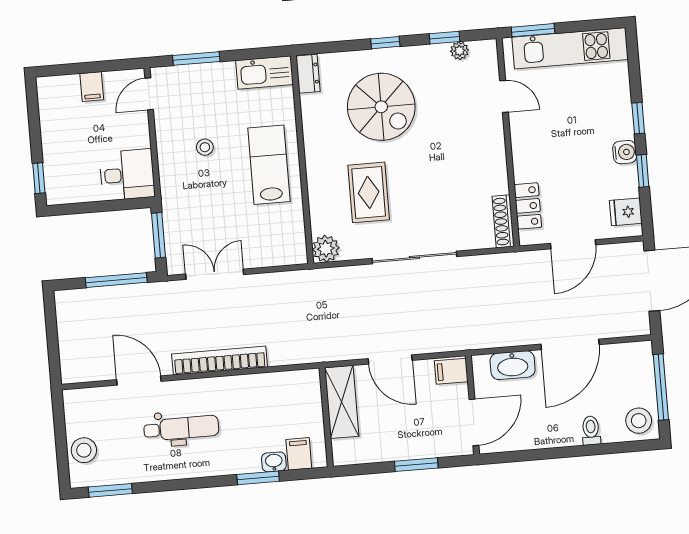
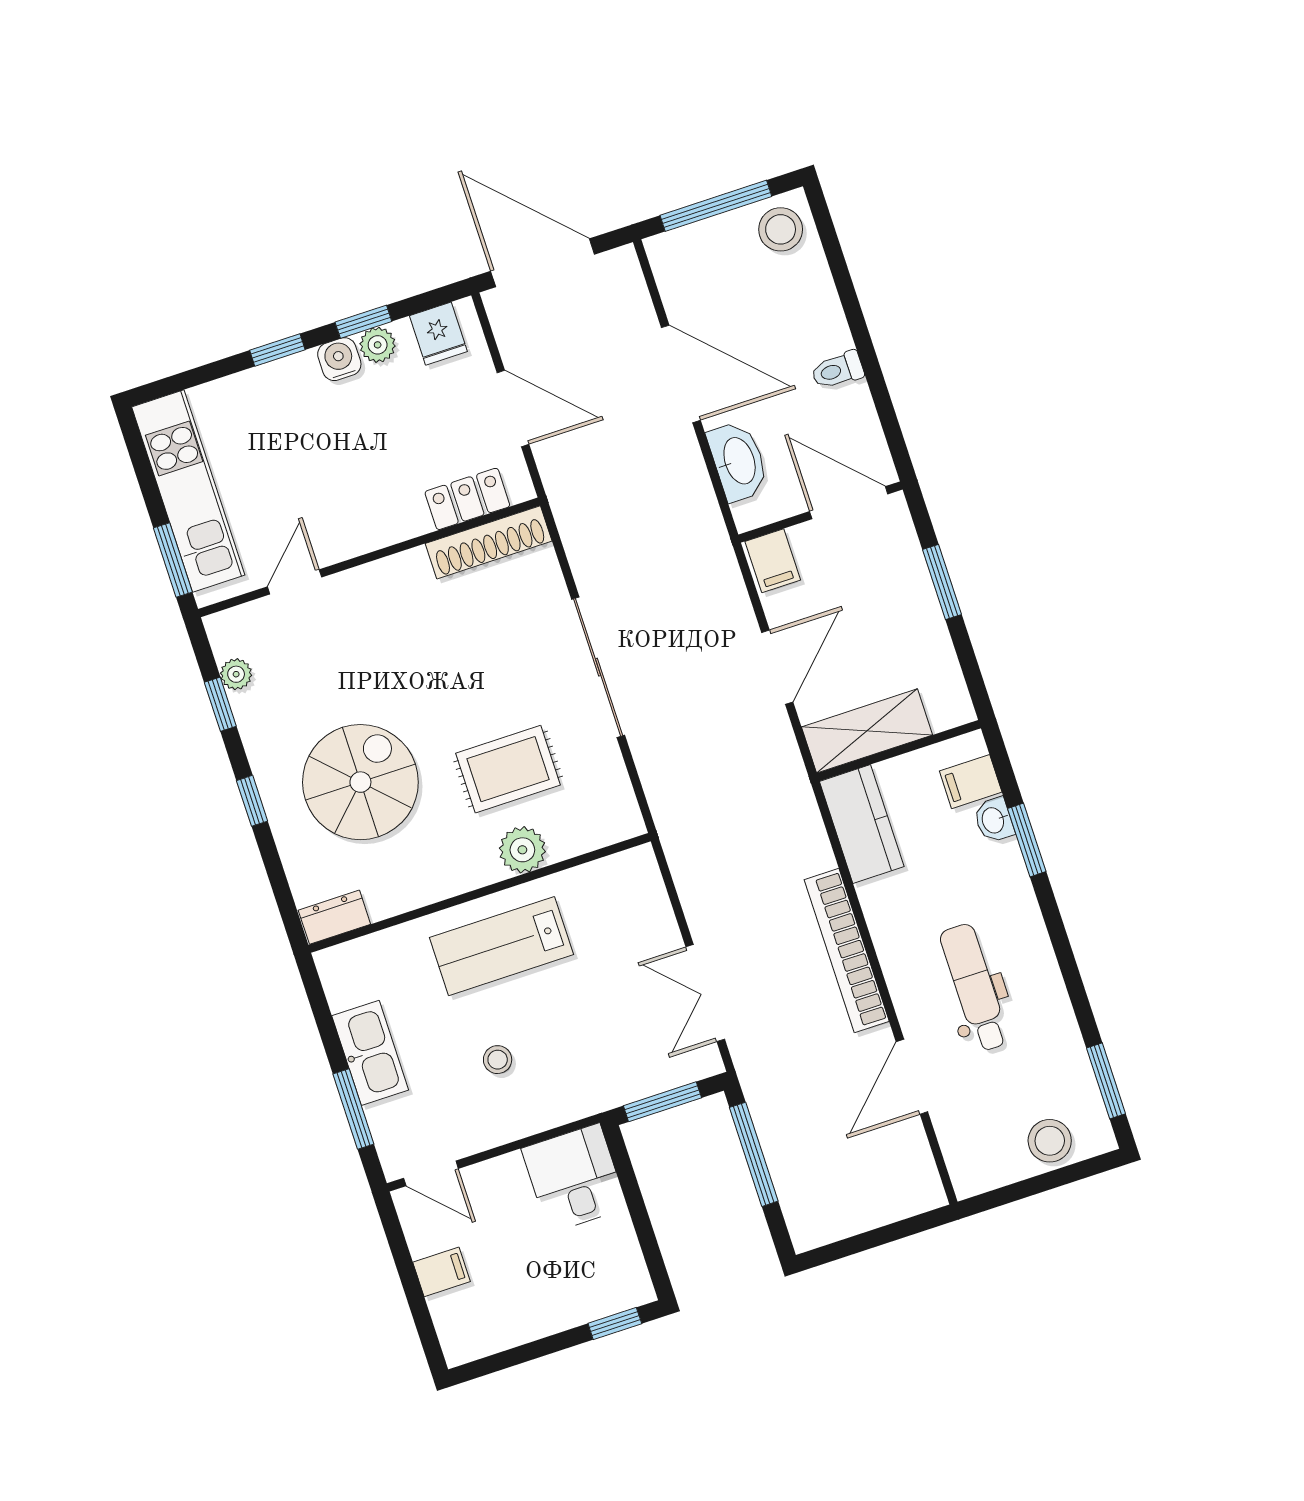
kitchen sink: (264, 72) -> (370, 1053), moved
plant: (628, 176) -> (378, 345), added
shoe rack: (503, 221) -> (489, 542), width x1.36, depth x1.24
plant: (326, 249) -> (522, 850), moved
kitchen counter: (289, 386) -> (862, 824), added
toilet: (591, 431) -> (837, 370), moved

